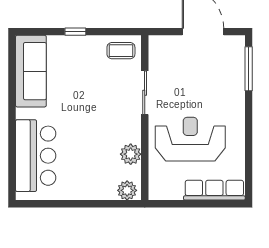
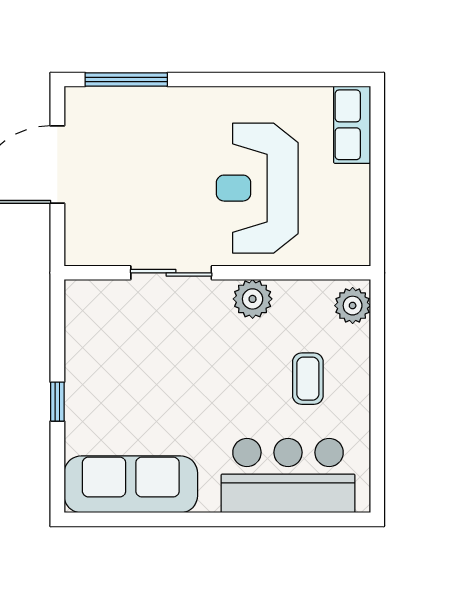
coffee table: (121, 51) -> (308, 379), moved
plant: (131, 154) -> (253, 299), moved
row of seats: (214, 190) -> (352, 125), width x0.68

